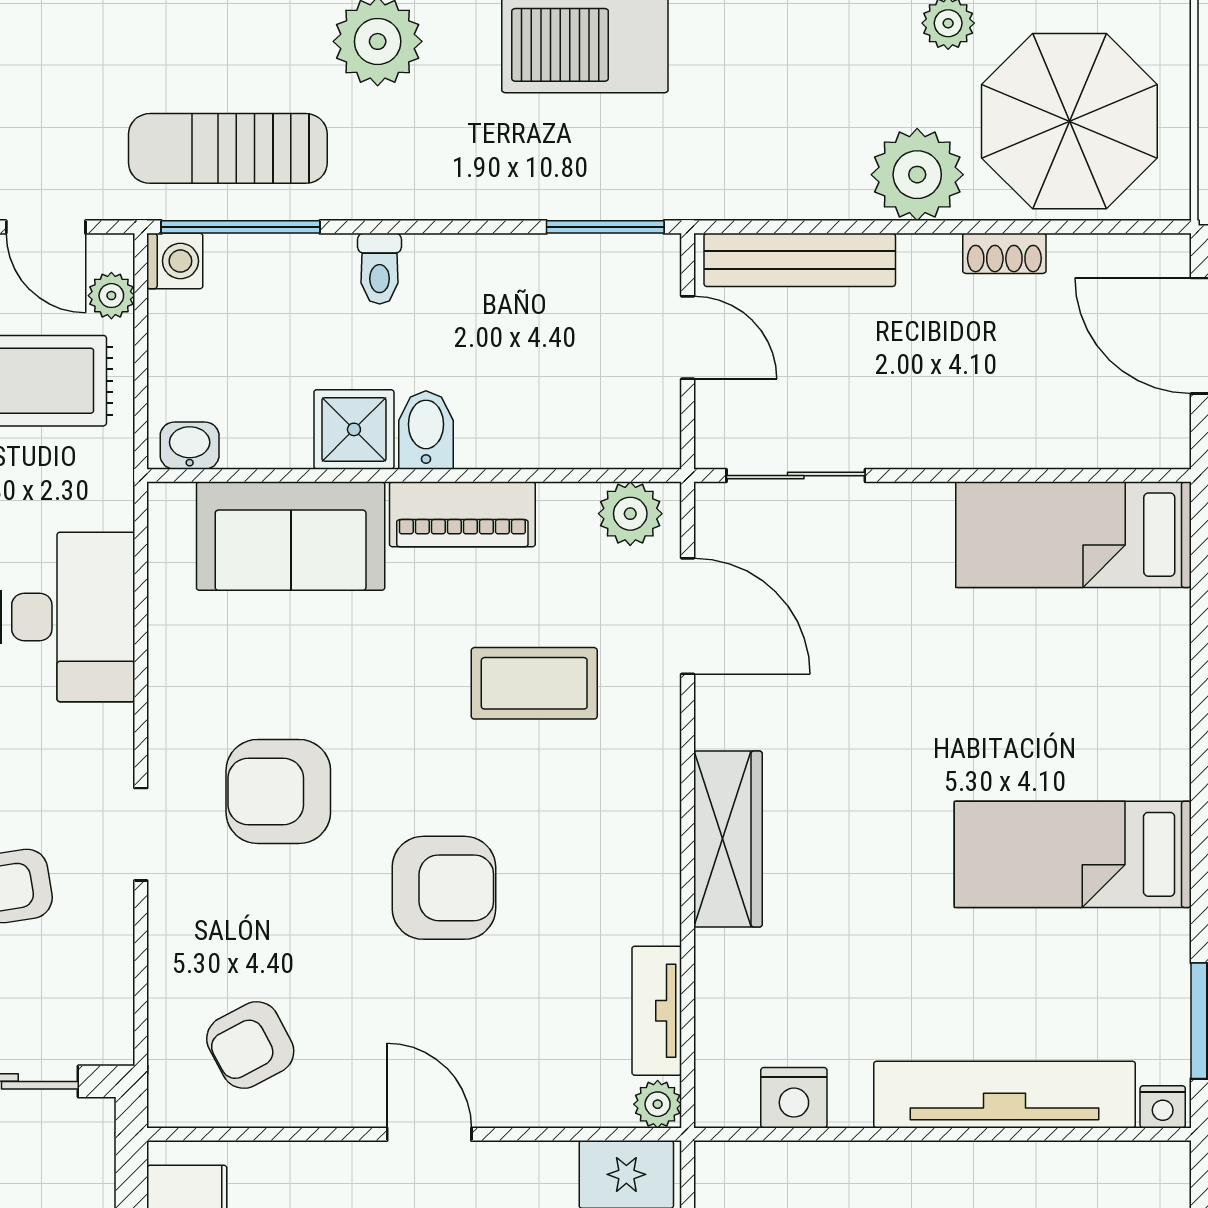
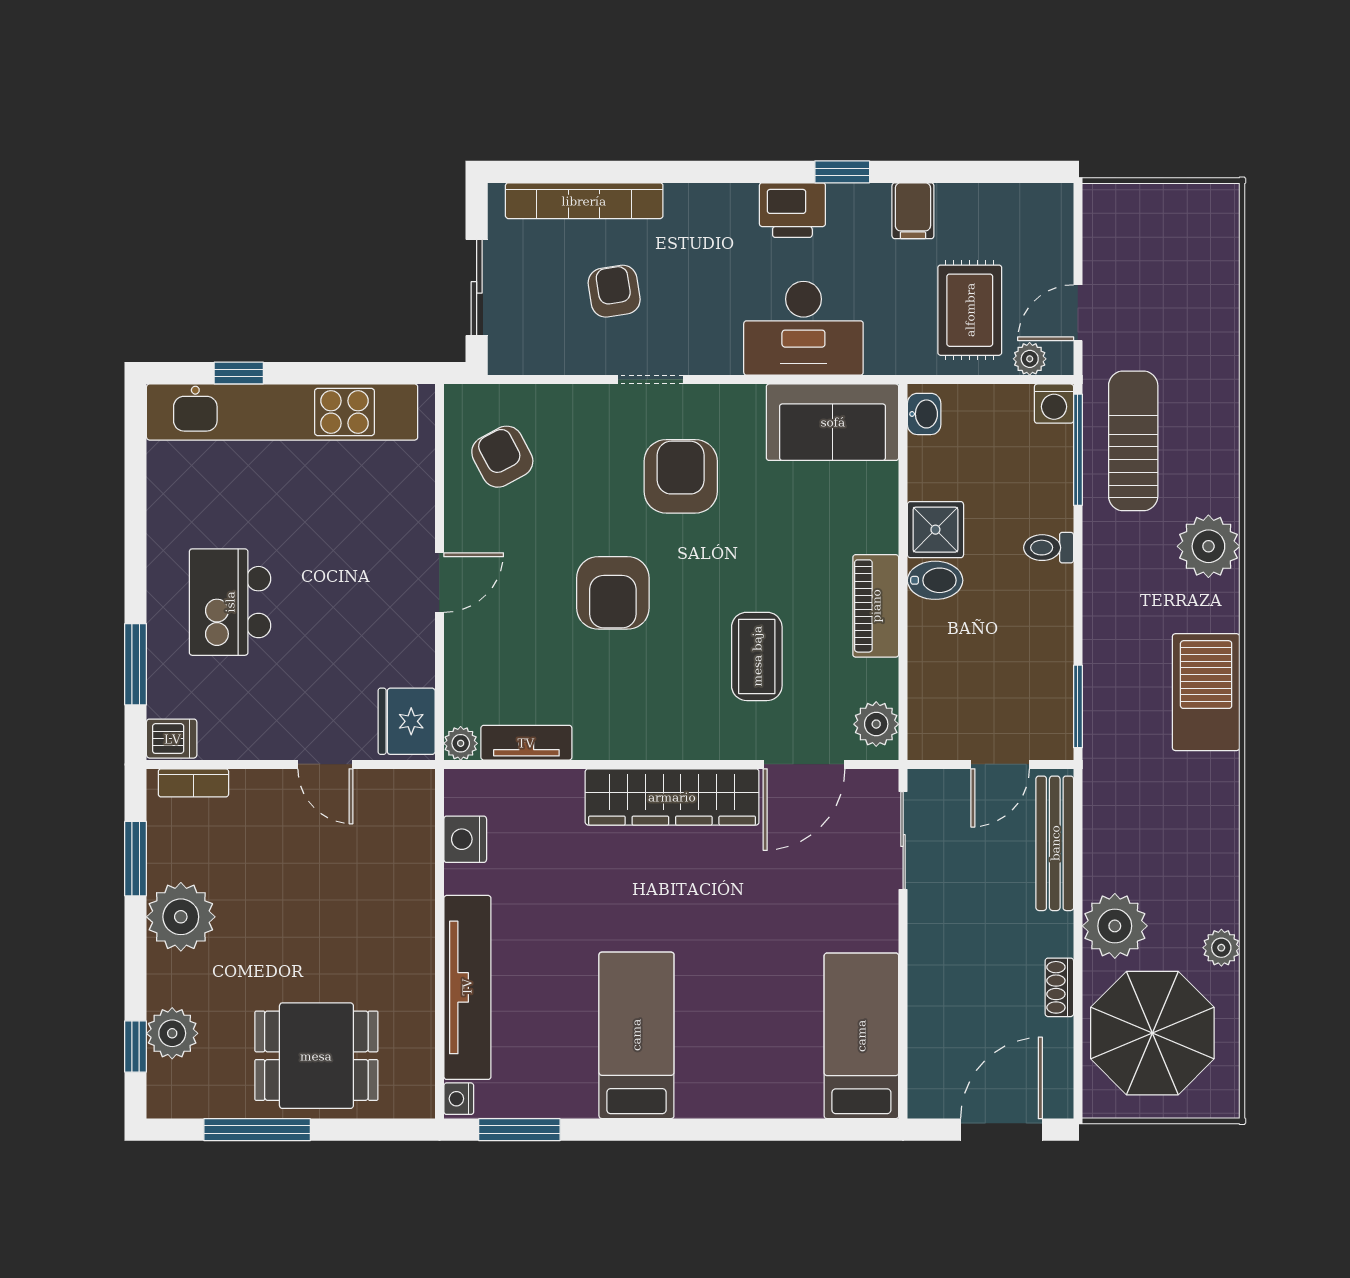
sofa: (291, 536) -> (833, 422), moved, turned -90
wardrobe: (728, 839) -> (672, 797), width x1.40, depth x1.17

